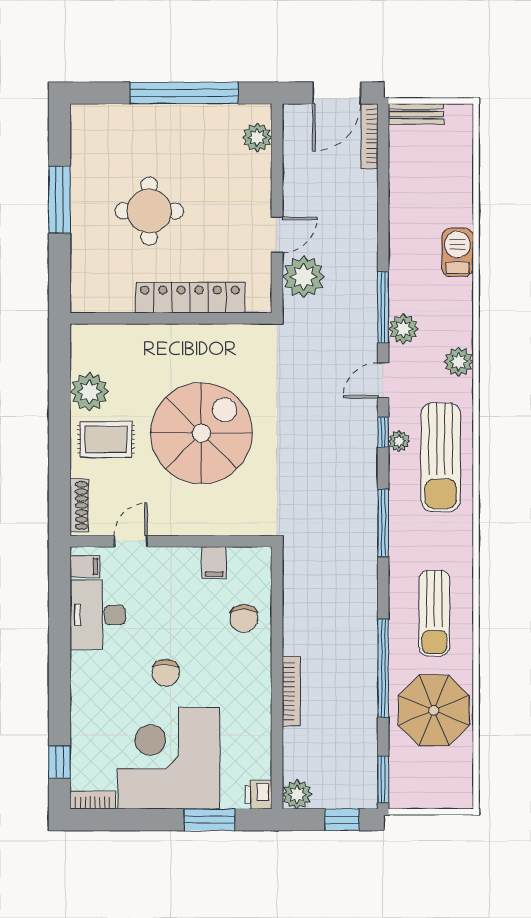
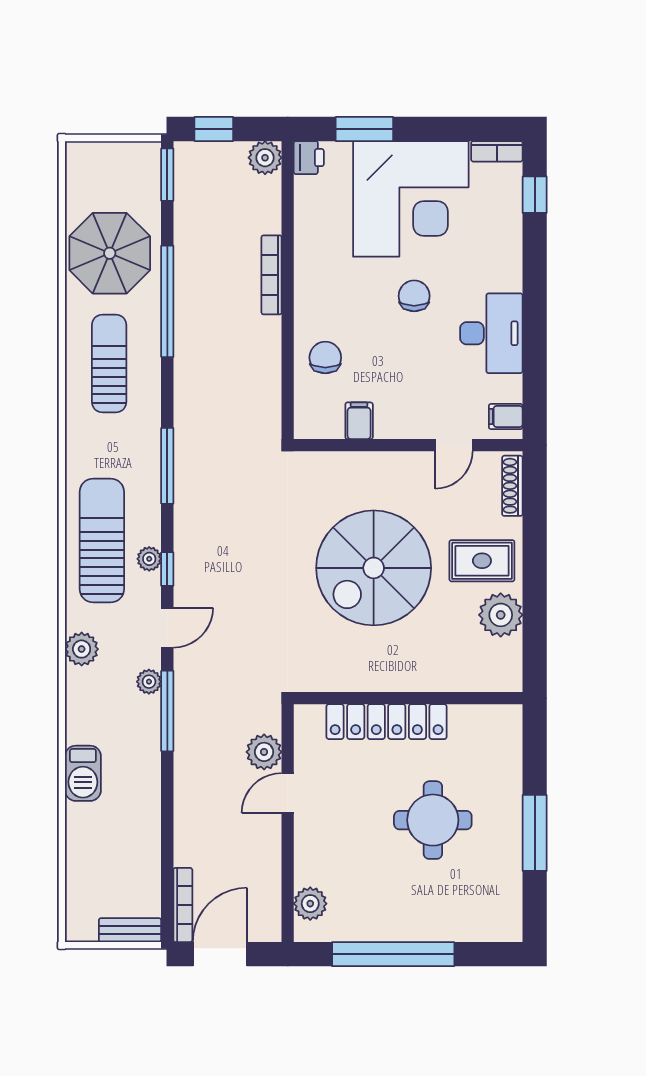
plant: (304, 277) -> (264, 752), width x0.73, depth x0.73
plant: (403, 329) -> (149, 682), width x0.73, depth x0.73
desk: (98, 615) -> (491, 333), moved

